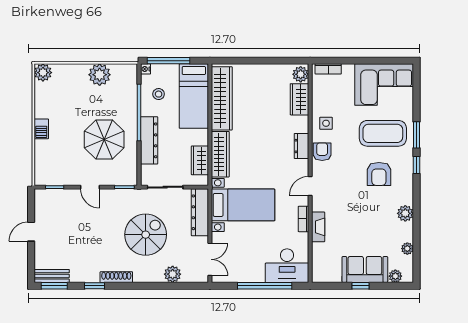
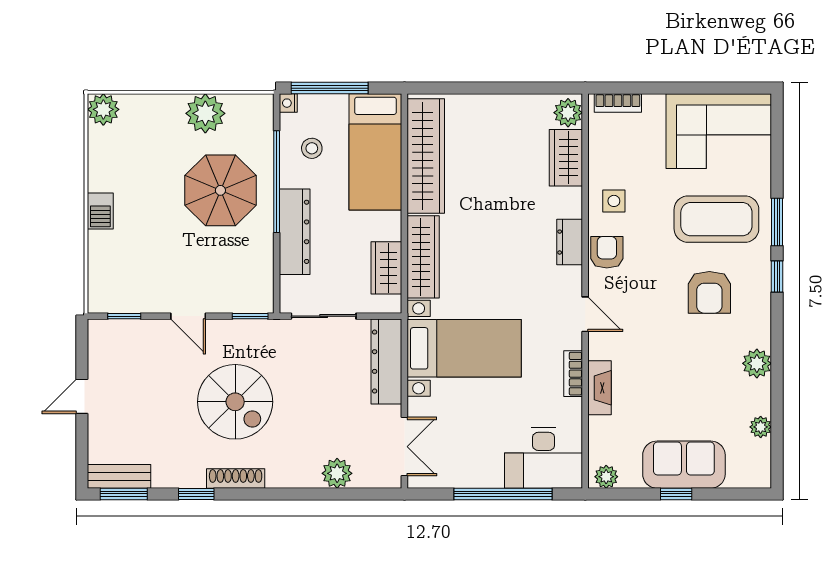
parasol: (104, 139) -> (220, 190), moved
door: (310, 186) -> (585, 314), swing flipped
spiral stairs: (146, 235) -> (235, 402), moved, turned 90
plant: (395, 276) -> (606, 477), moved

